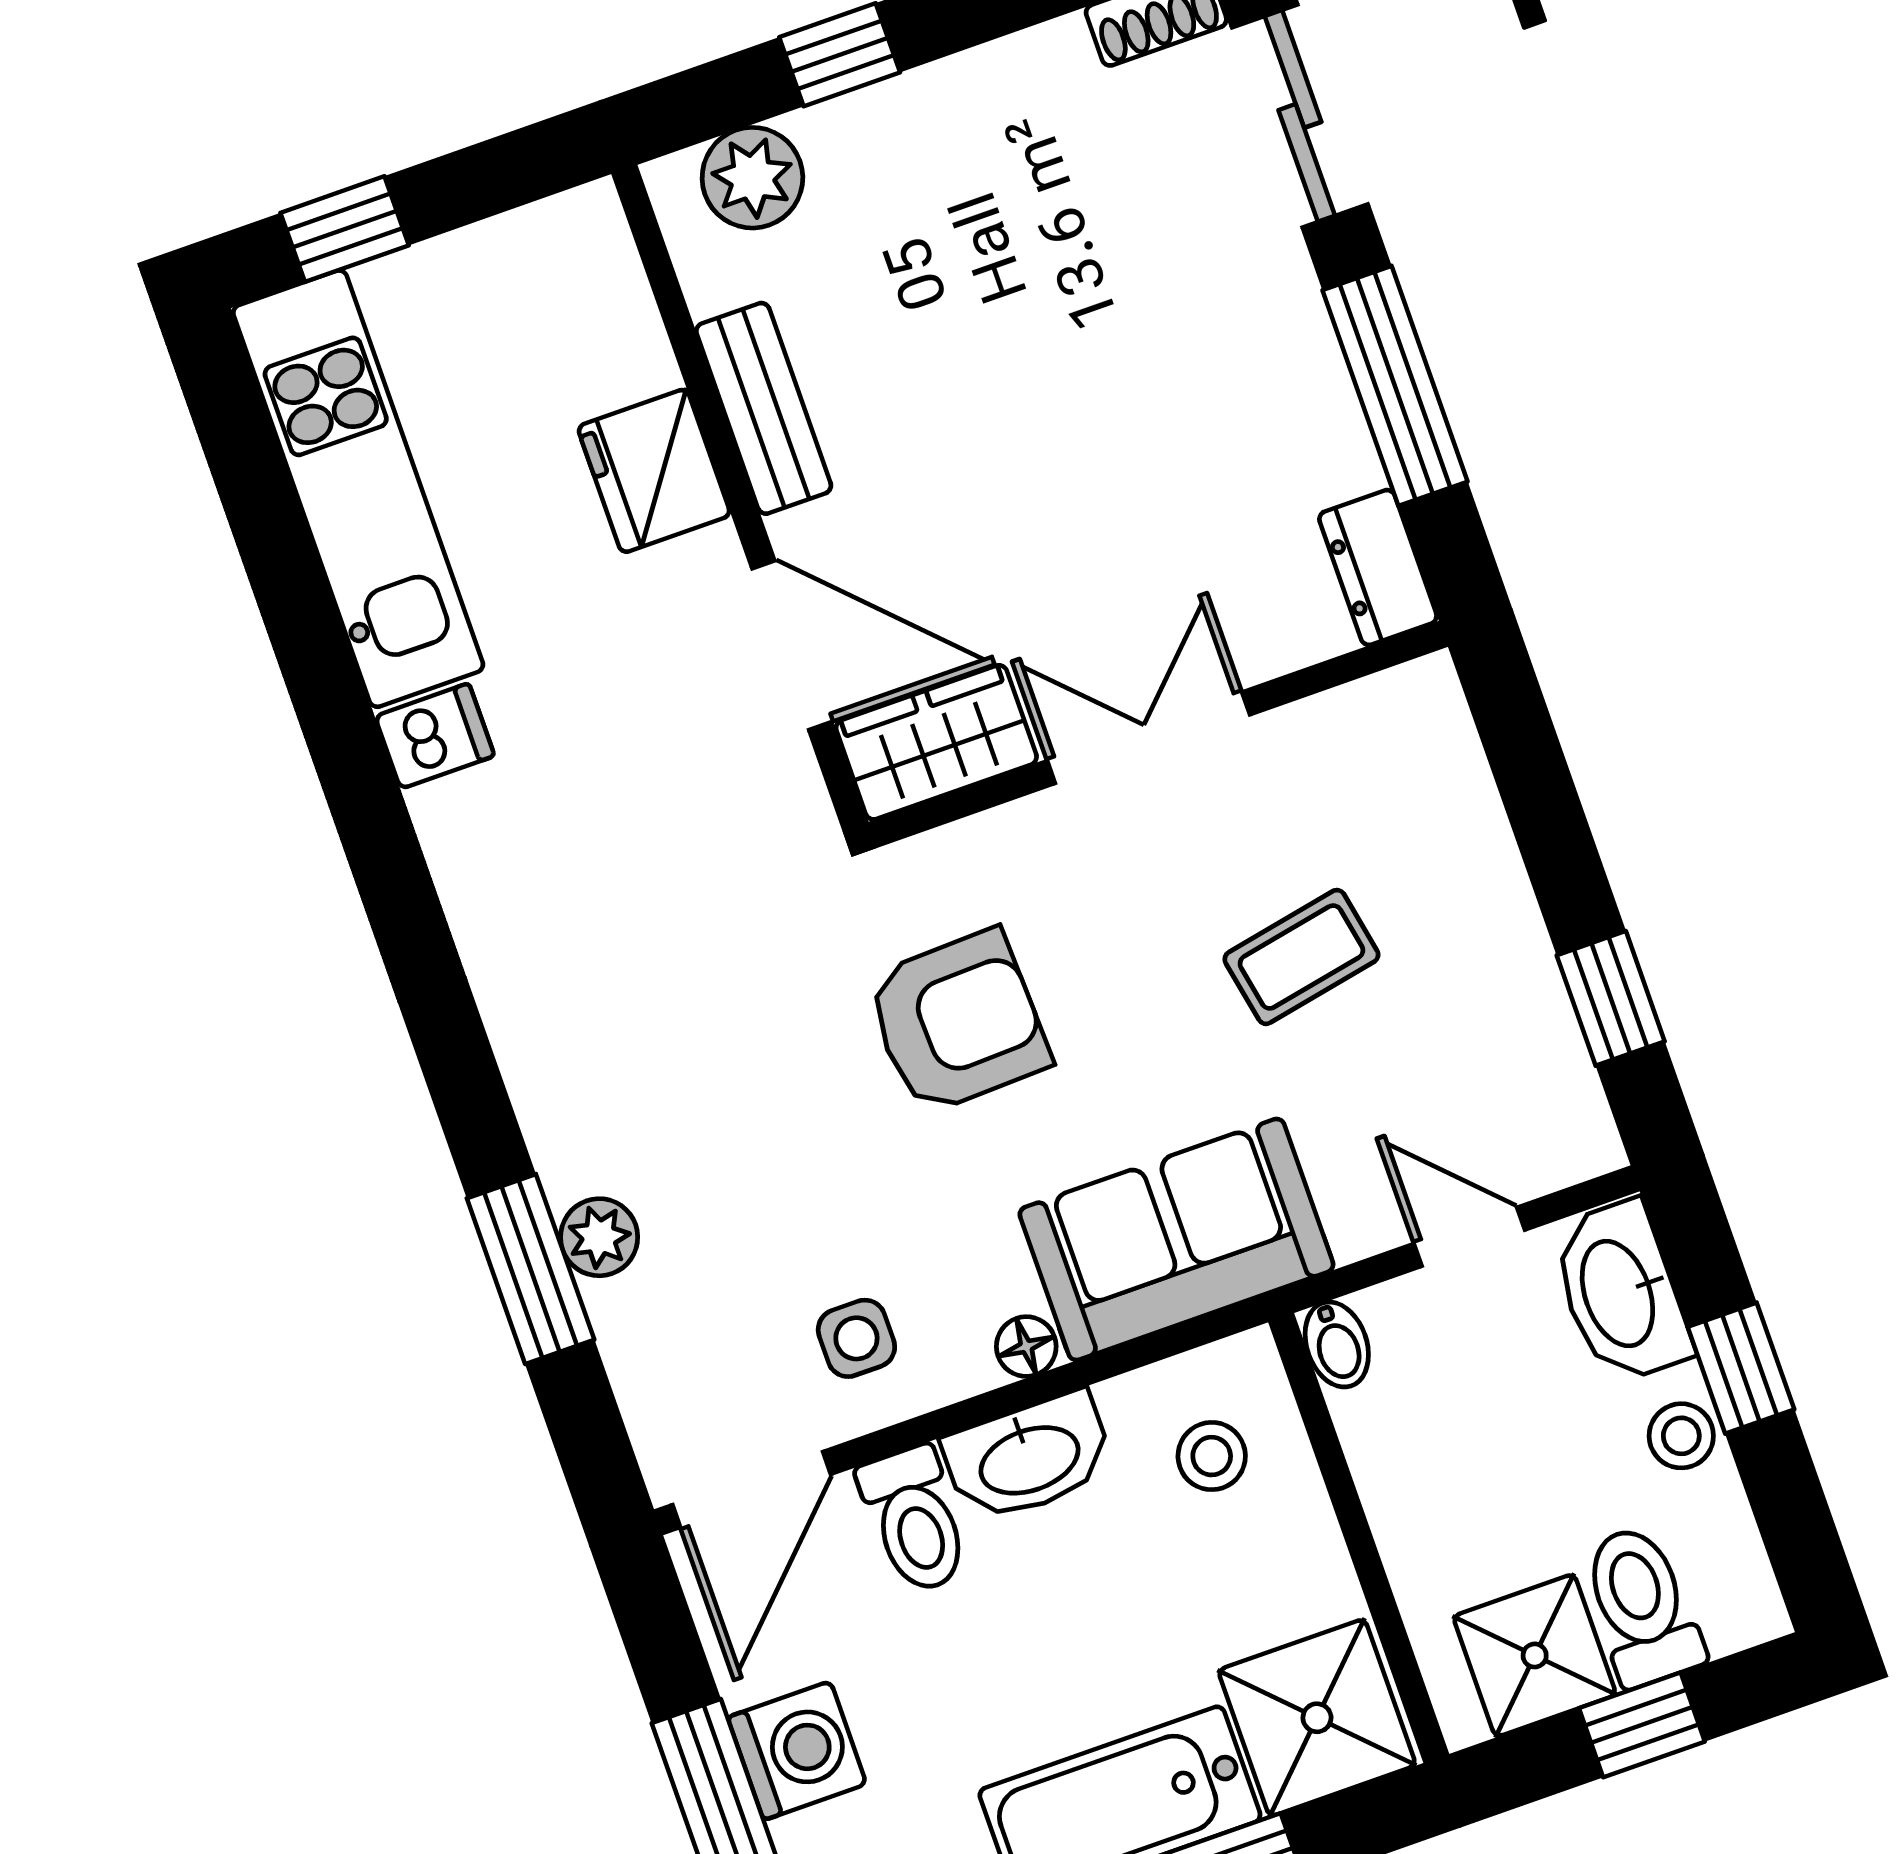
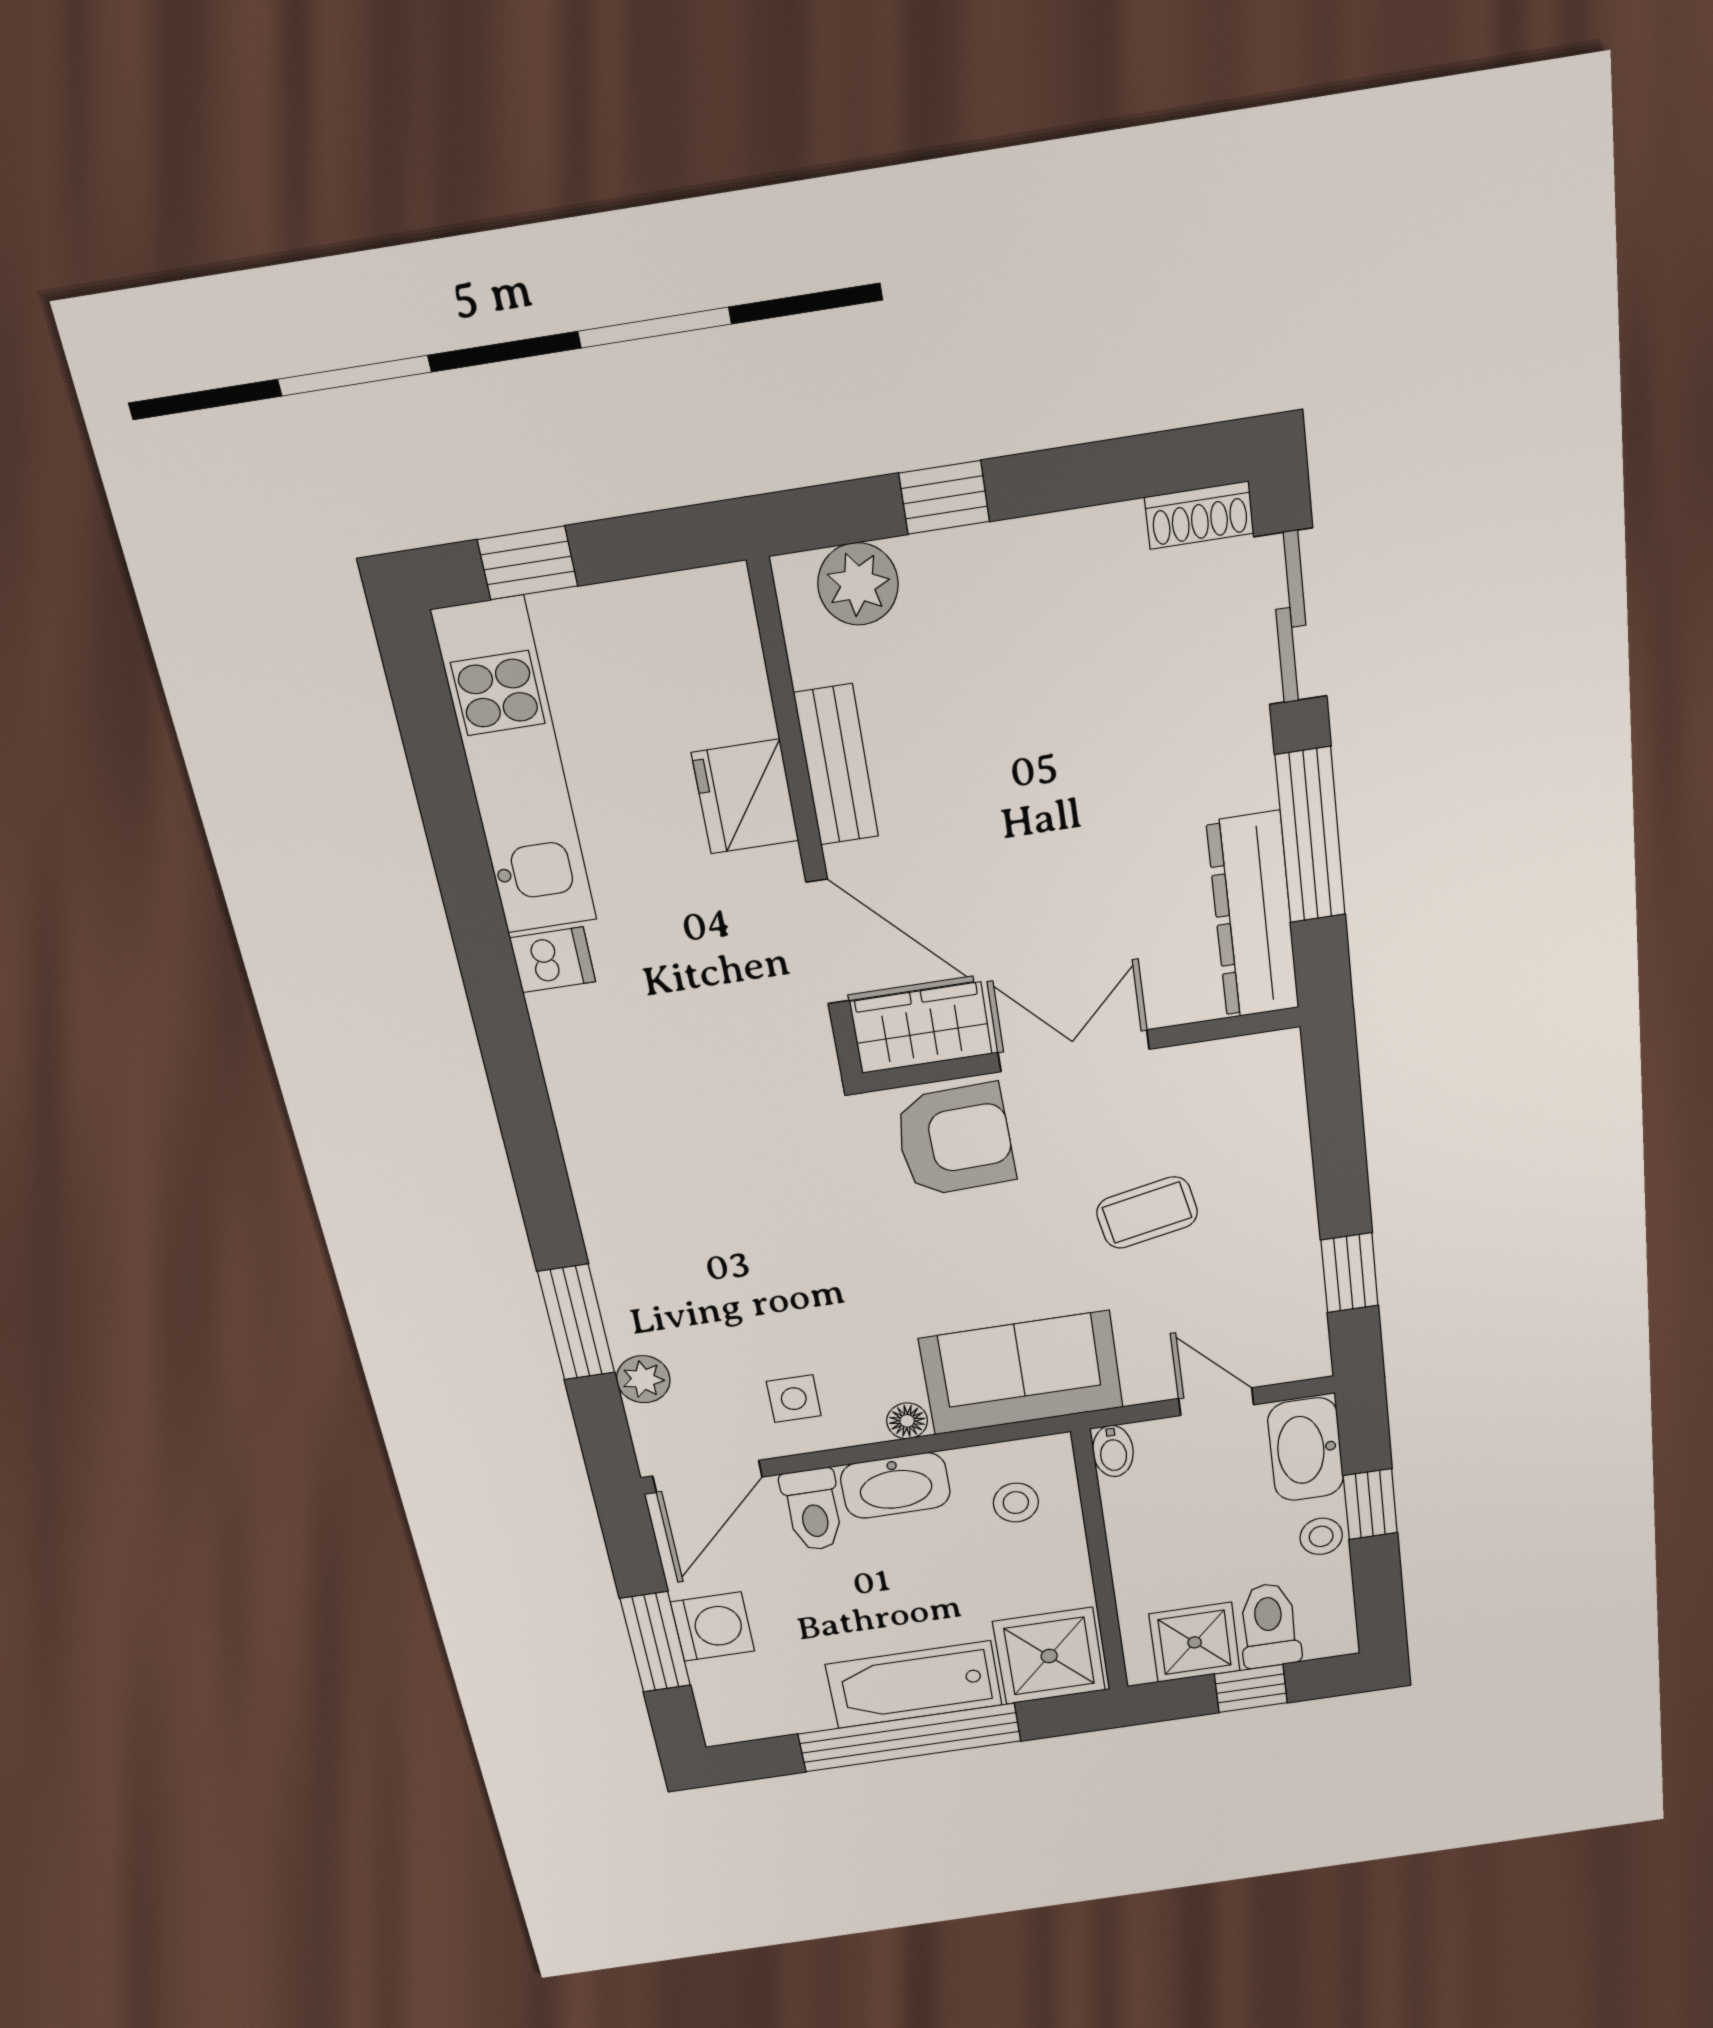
dresser: (1378, 567) -> (1253, 916), width x1.96, depth x1.24
armchair: (958, 1022) -> (955, 1140), moved
plant: (599, 1237) -> (643, 1379), moved

